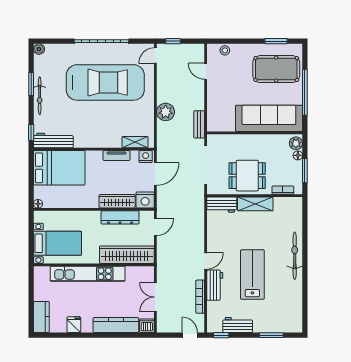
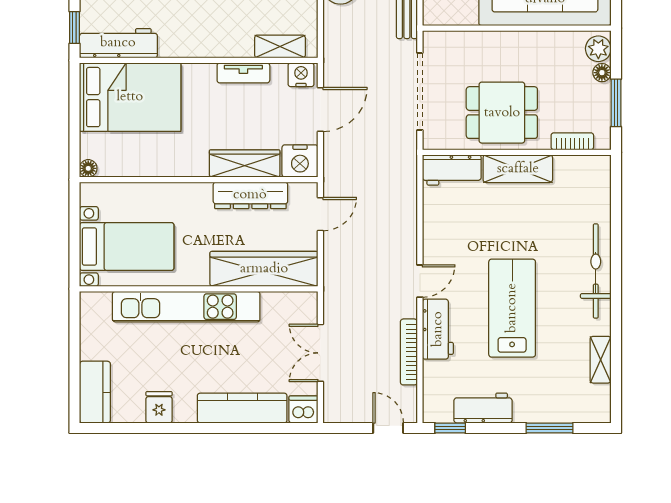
shelving: (297, 301) -> (601, 360), added

